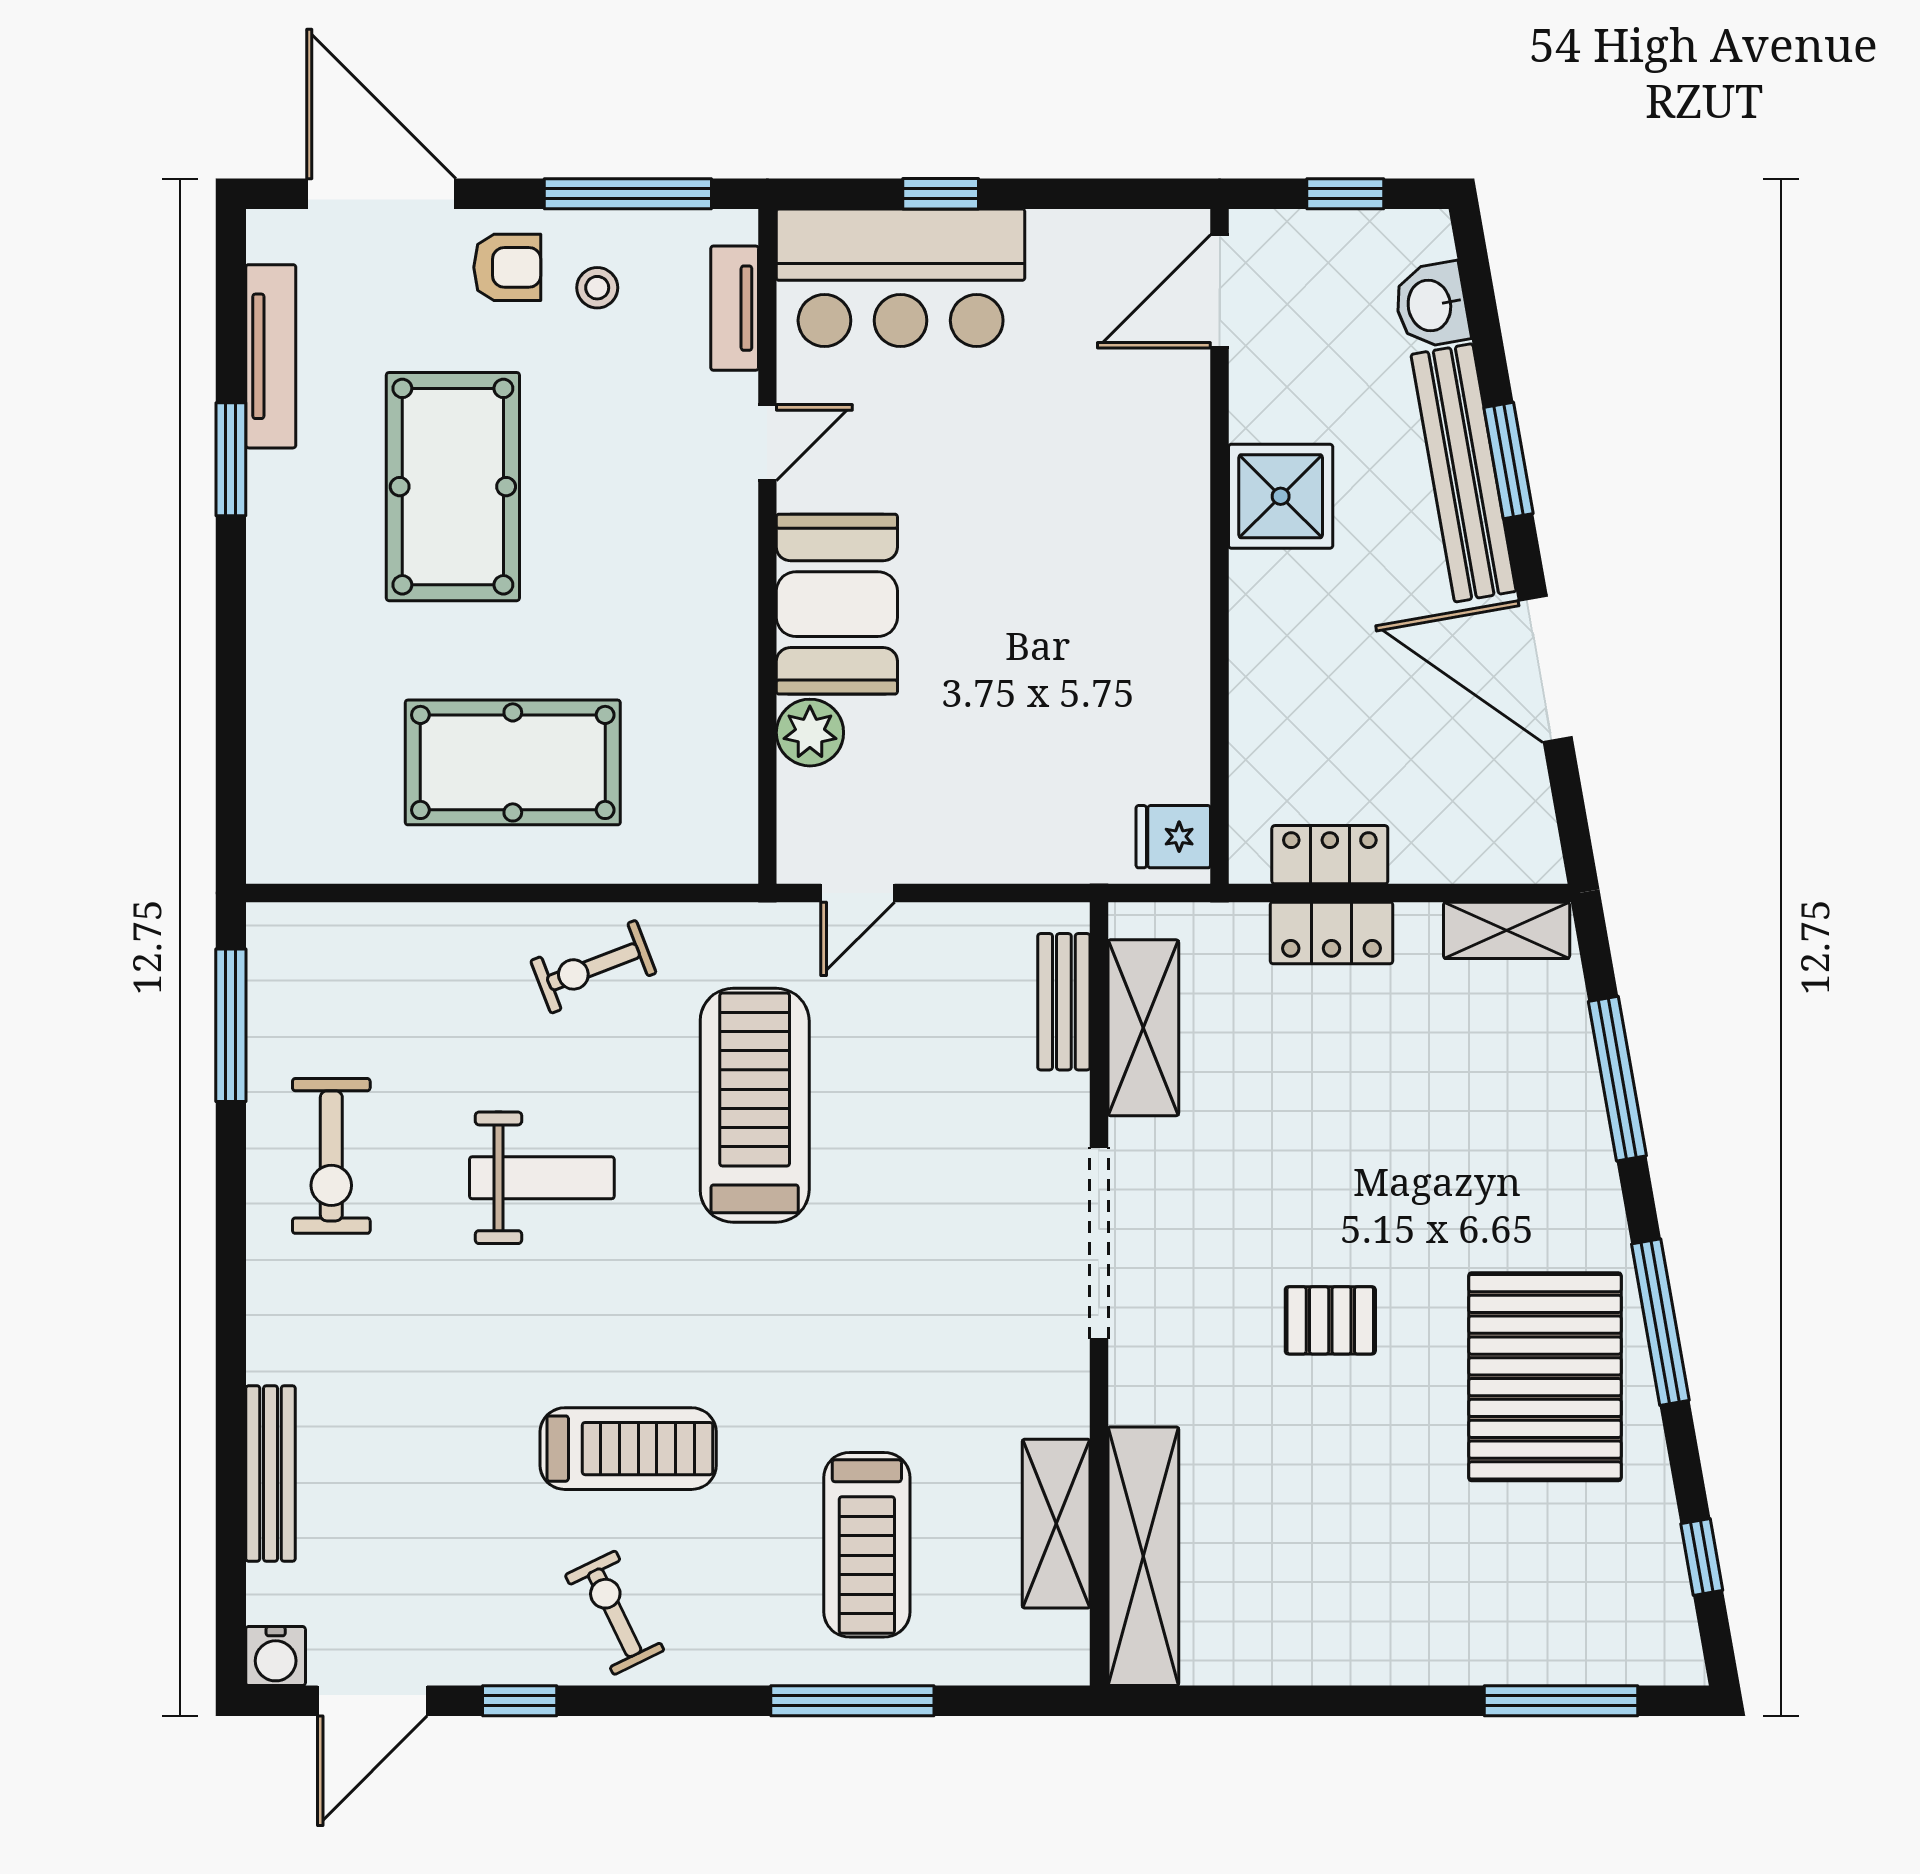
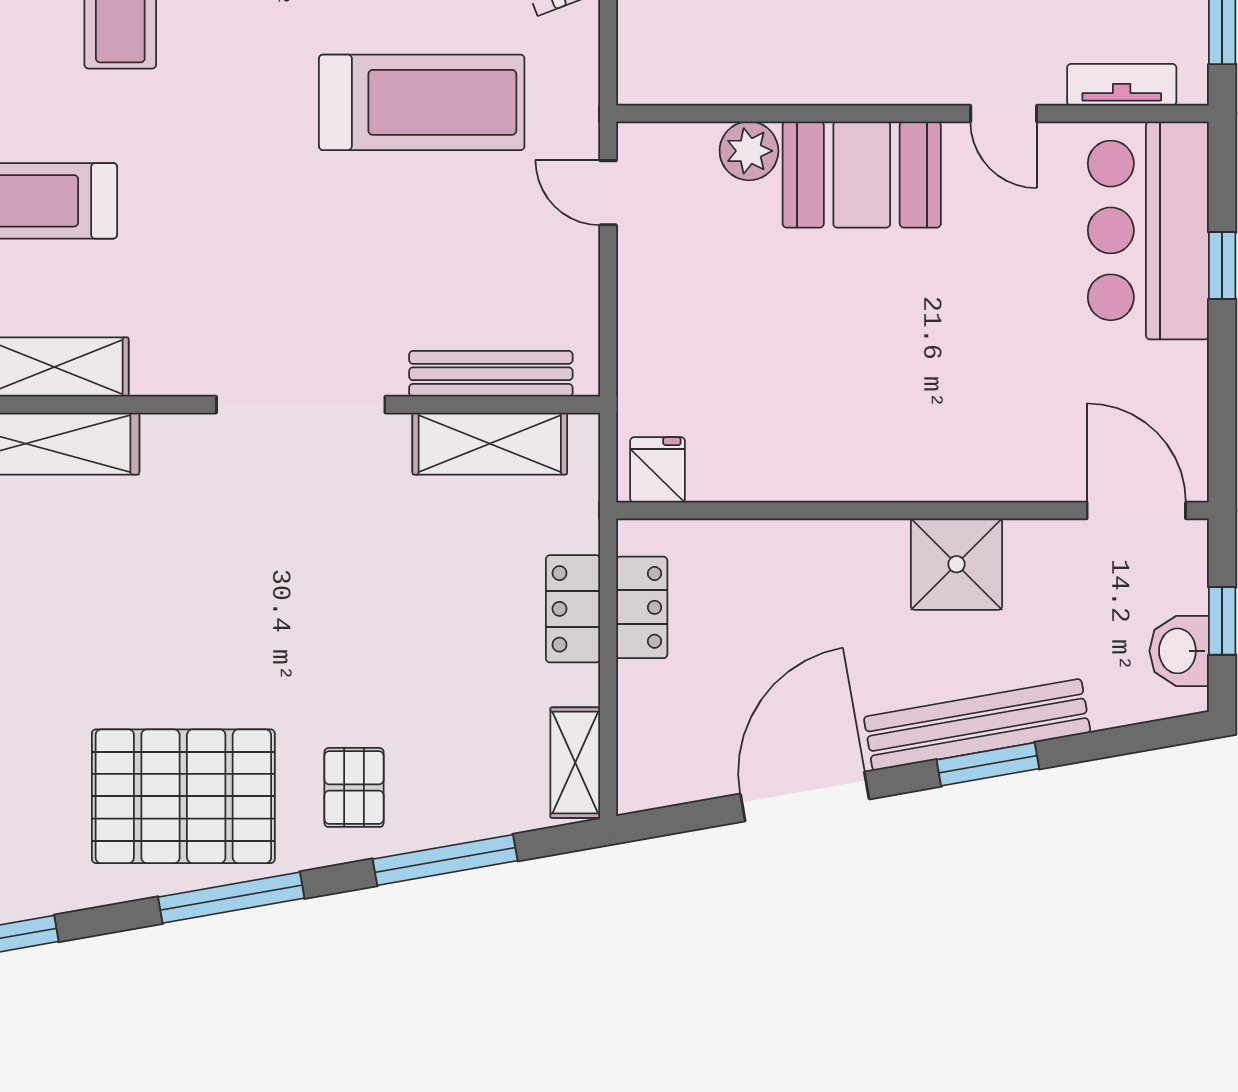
washbasin: (1431, 305) -> (1179, 651), moved, turned -80
bench: (1064, 1002) -> (491, 374), width x1.36
pallet: (1330, 1320) -> (354, 787), moved

